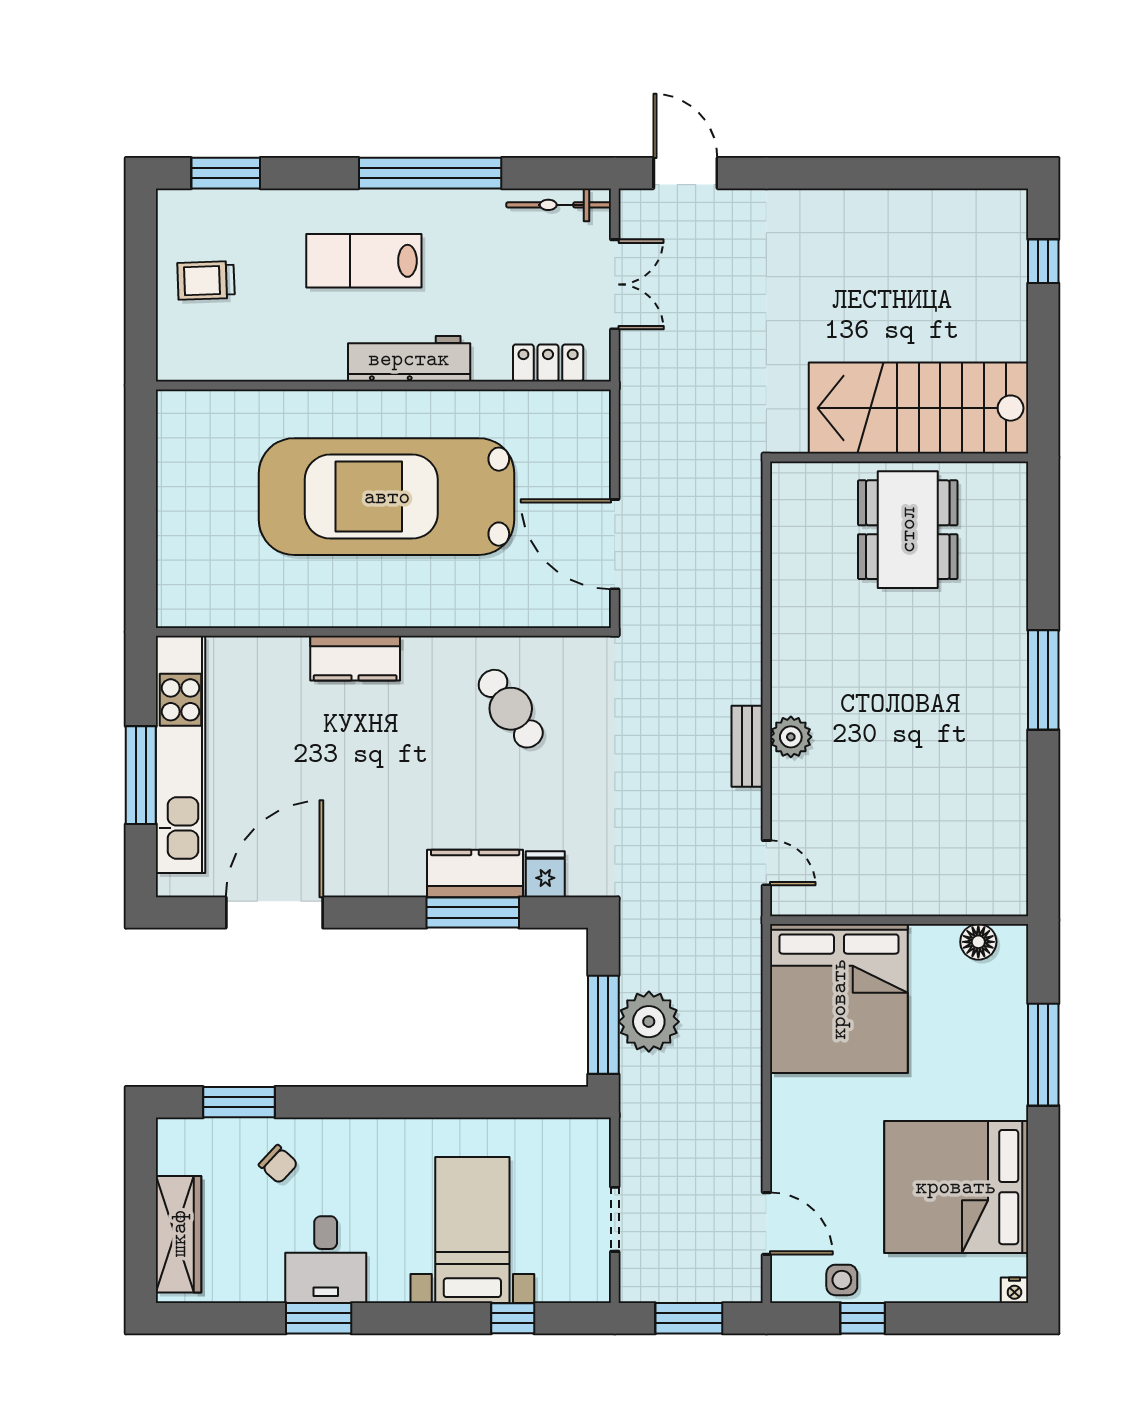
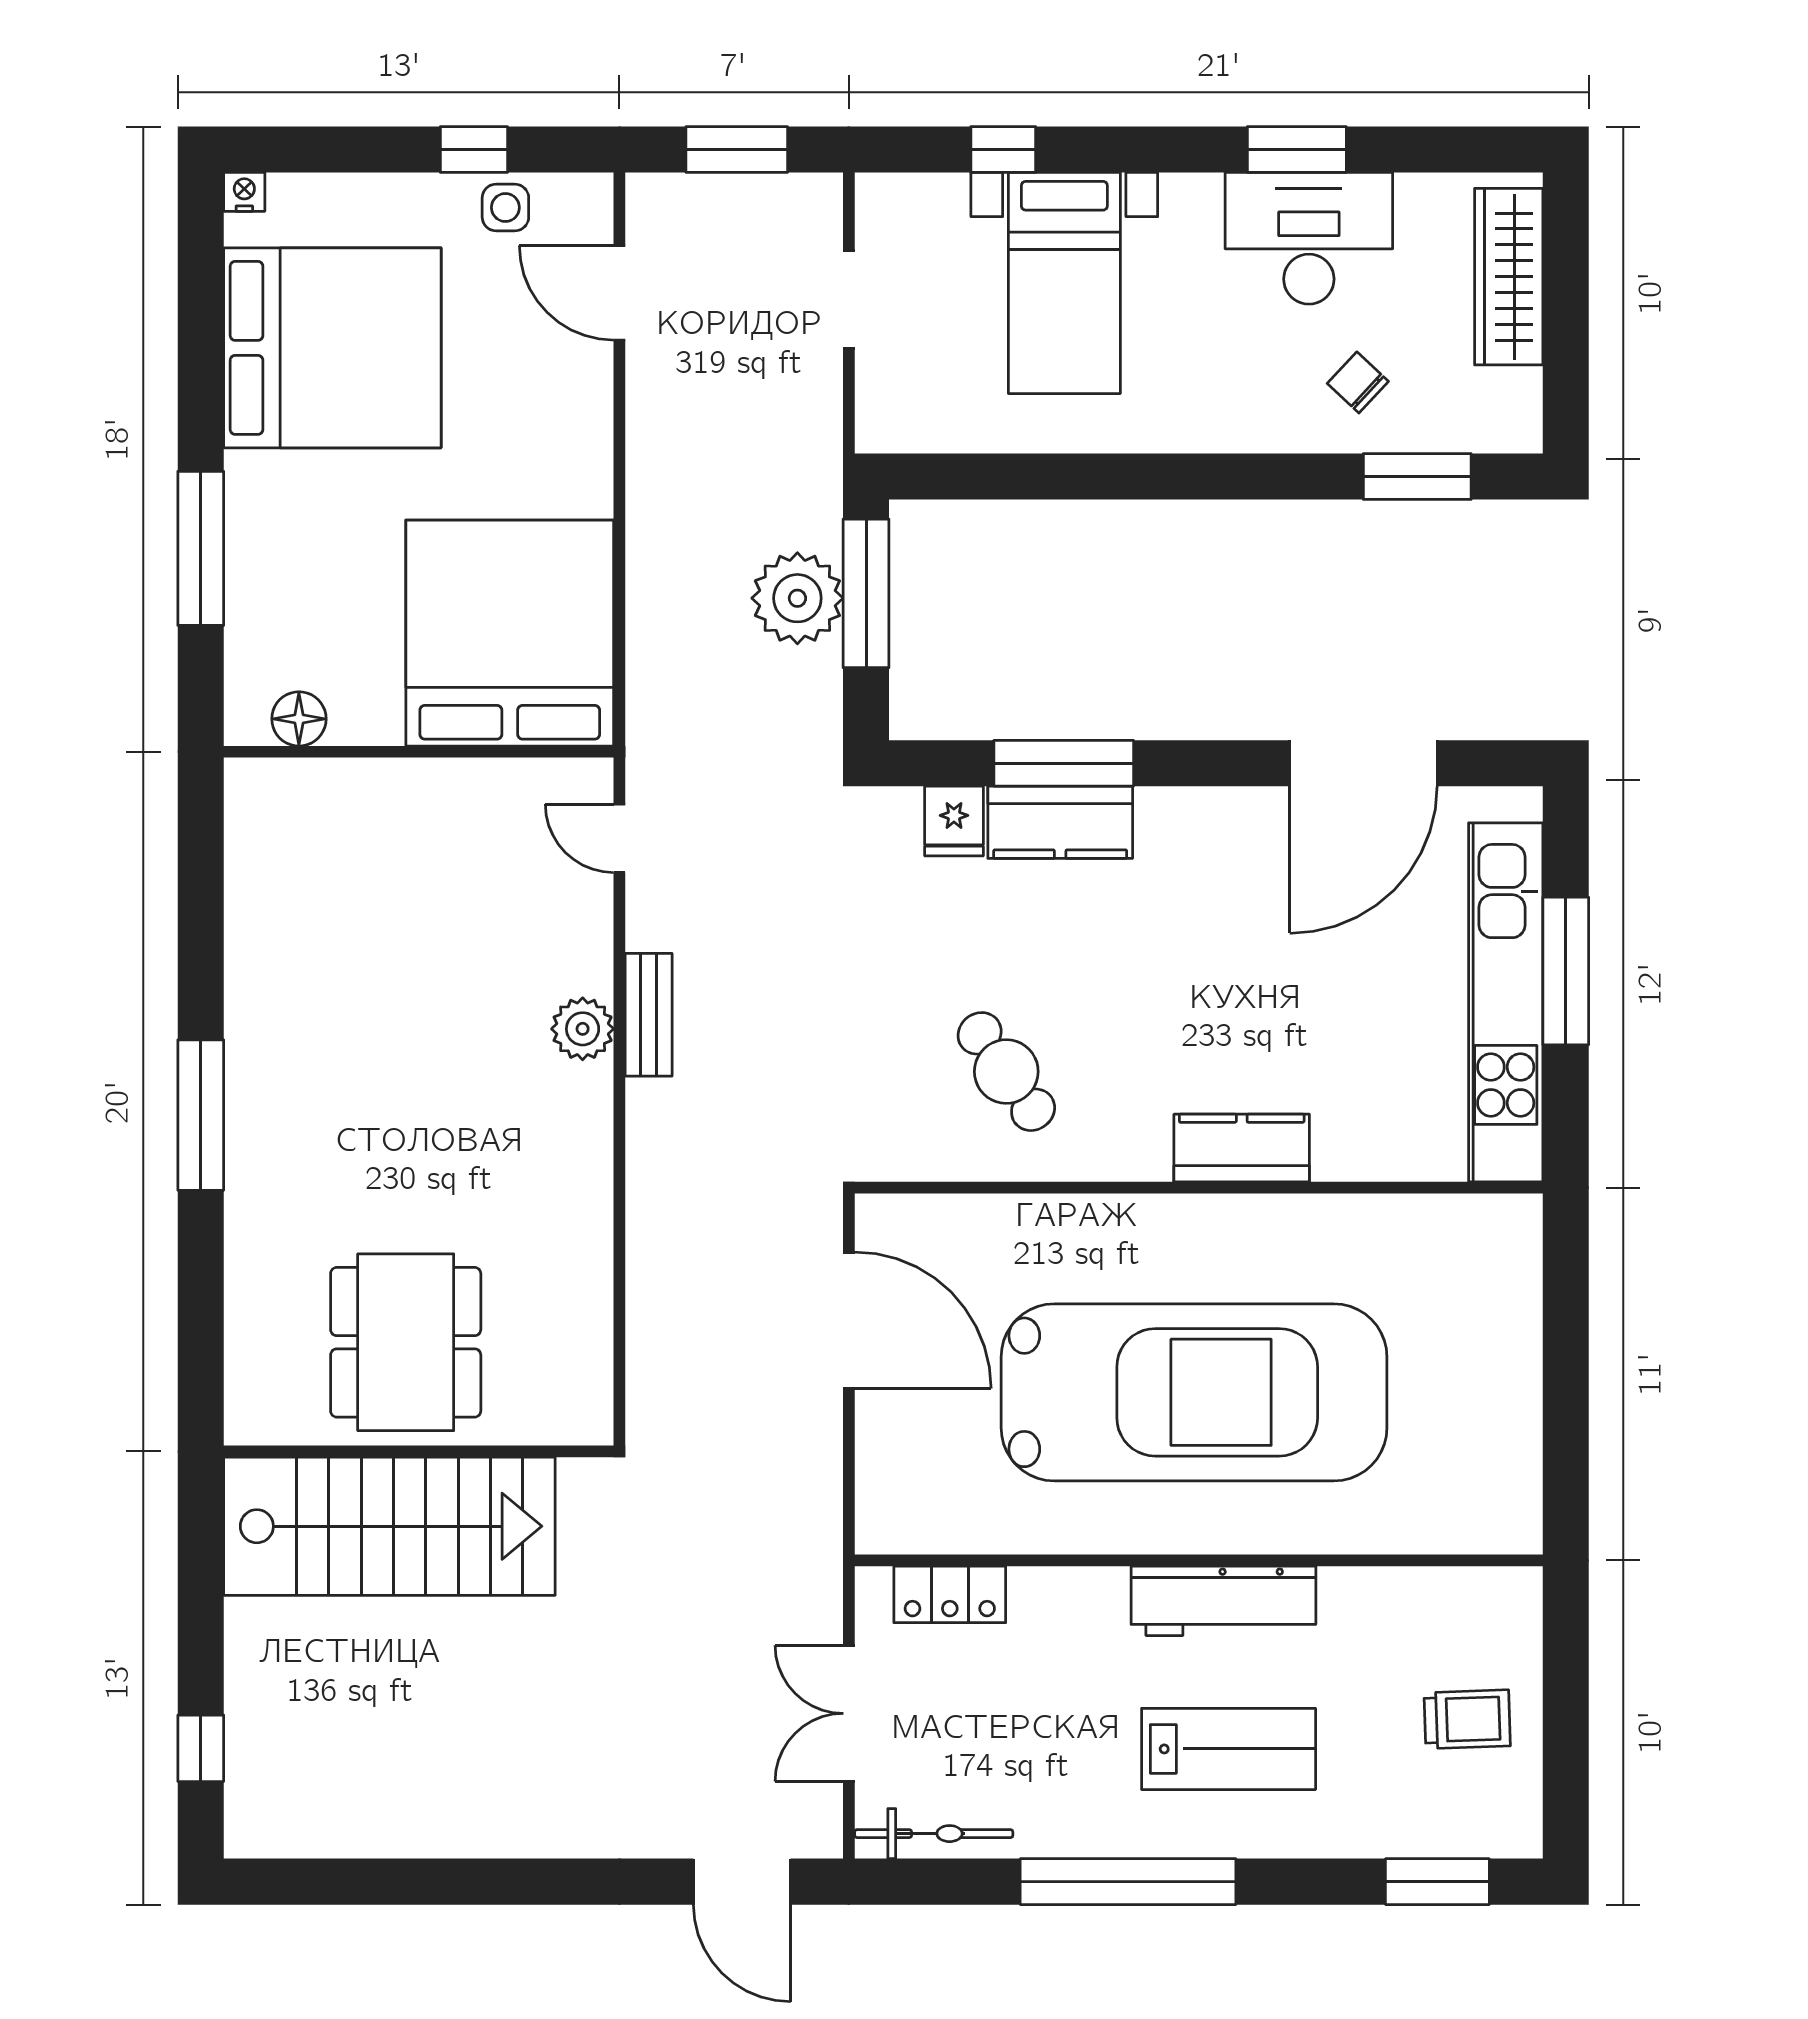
workbench: (409, 359) -> (1223, 1601), moved
desk: (326, 1260) -> (1309, 238), width x1.37

